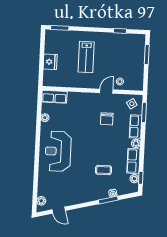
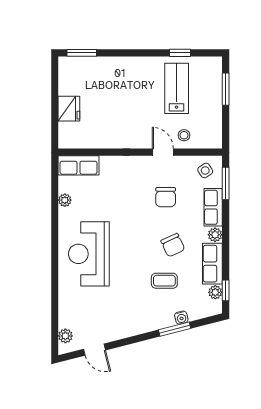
lab bench: (86, 57) -> (177, 88), moved, turned 180
door: (106, 91) -> (163, 152), hinge flipped
chair: (110, 148) -> (173, 245), added

